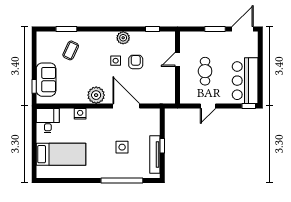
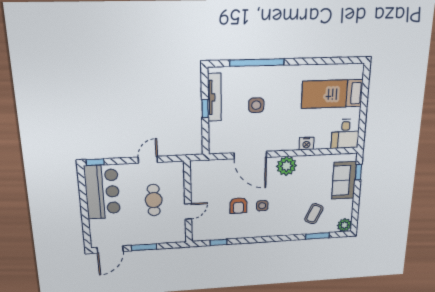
plant: (123, 38) -> (344, 225), moved

